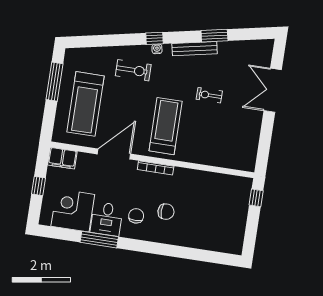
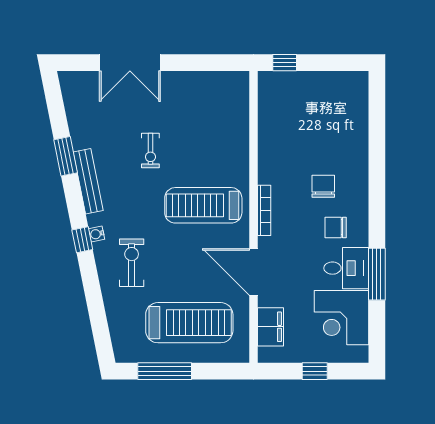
filing cabinet: (62, 158) -> (270, 327), moved

